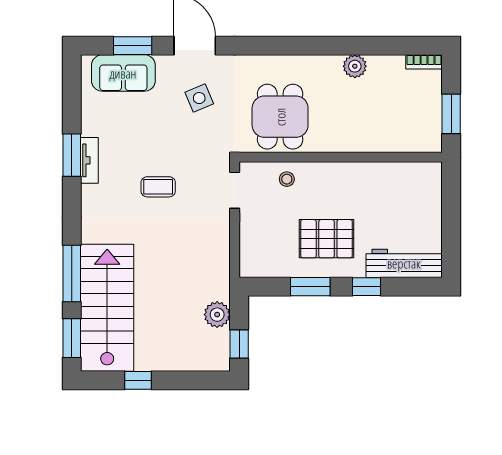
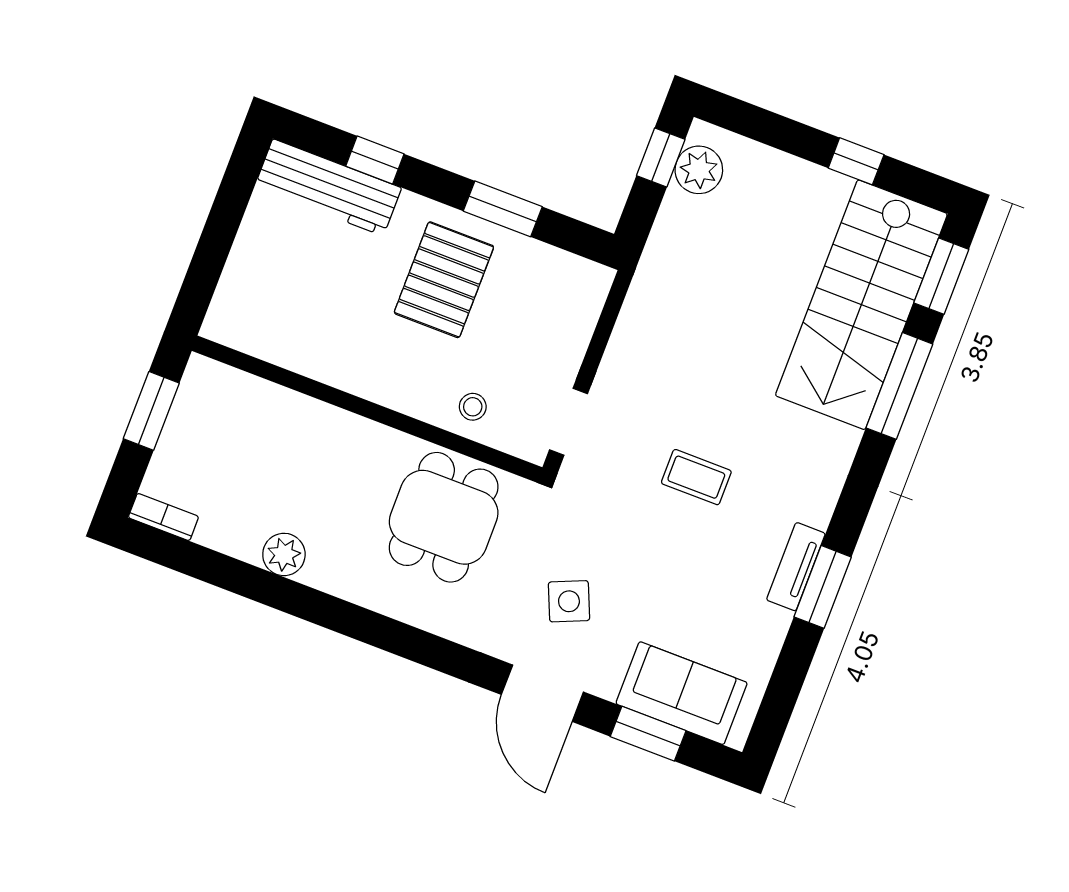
pallet: (327, 239) -> (444, 280), turned 90
window: (367, 287) -> (375, 160), moved
plant: (217, 315) -> (699, 170), moved

